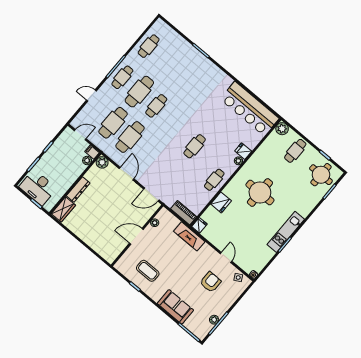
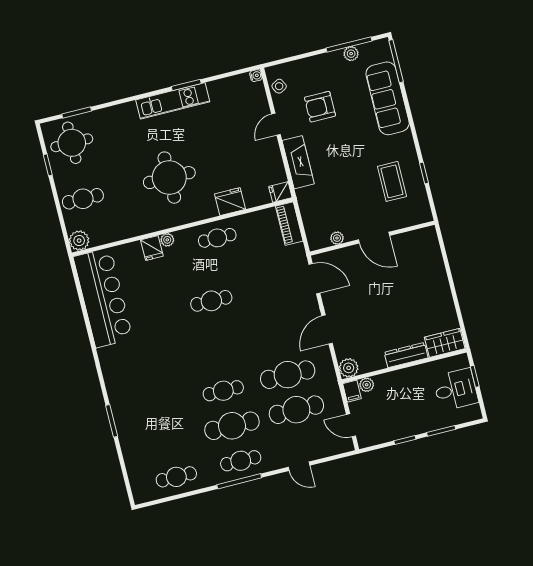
desk: (38, 187) -> (456, 390), width x0.73
fireplace: (189, 236) -> (298, 162), moved
sofa: (175, 307) -> (388, 98), width x1.36

